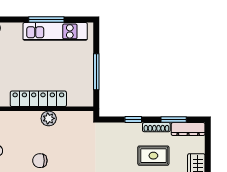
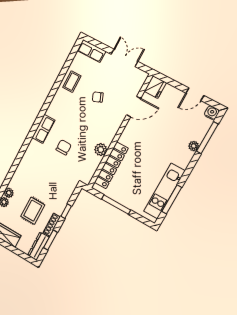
window: (46, 20) -> (172, 199), moved
locker: (38, 99) -> (111, 165), moved
chair: (40, 161) -> (64, 147), moved

